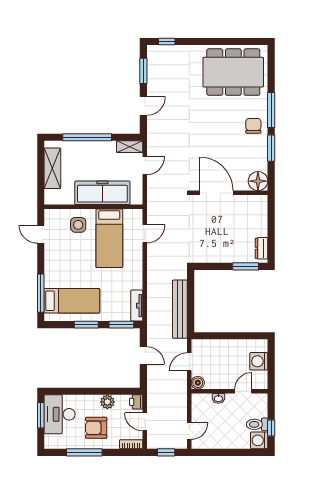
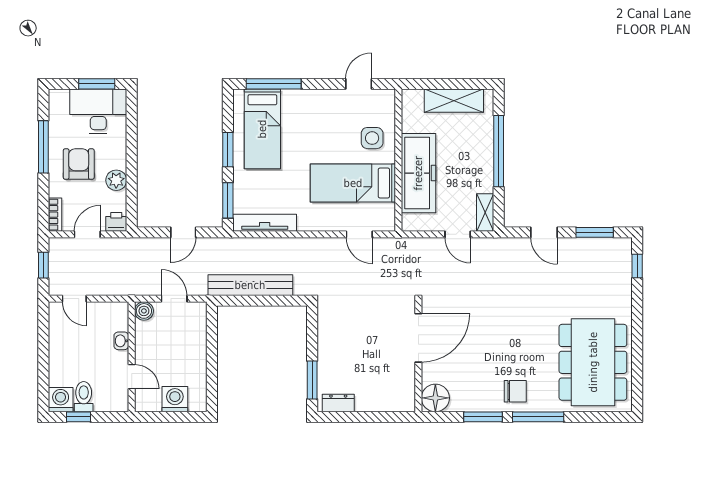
tv unit: (137, 306) -> (265, 223), width x1.41

